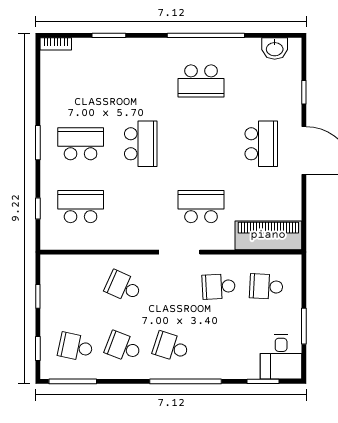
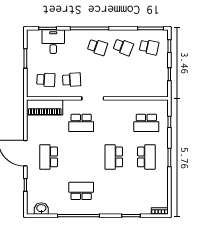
school desk: (81, 144) -> (146, 157), turned -90
school desk: (123, 286) -> (123, 80), removed
desk: (281, 357) -> (53, 42), moved

